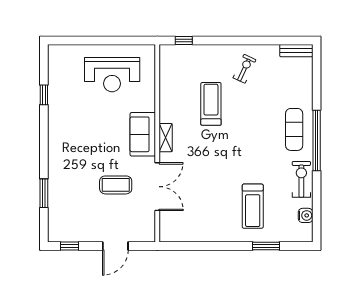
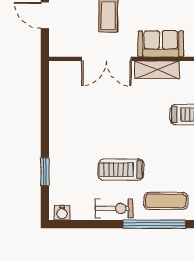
shelving: (166, 138) -> (157, 70), width x1.50, depth x1.33
treadmill: (253, 206) -> (121, 170), moved
water cooler: (306, 215) -> (62, 213), moved

